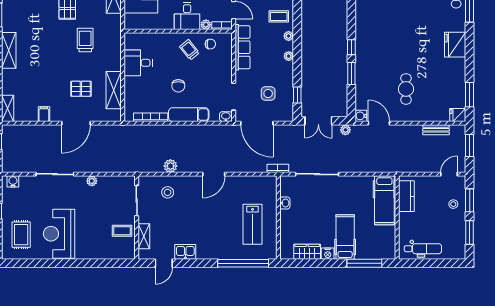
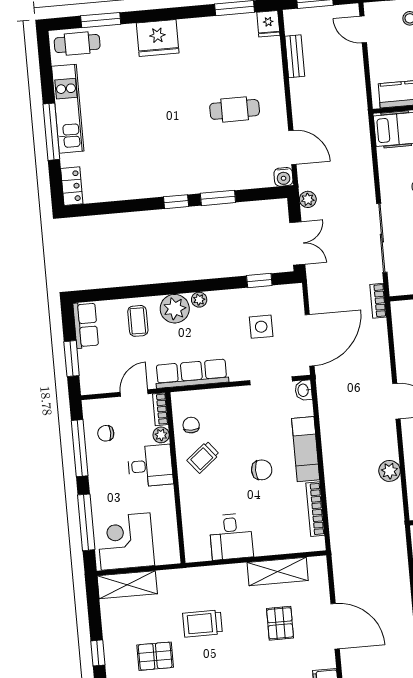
plant: (289, 36) -> (175, 309), width x1.88, depth x1.88
door: (379, 123) -> (292, 147), swing flipped

